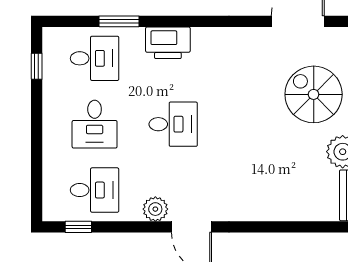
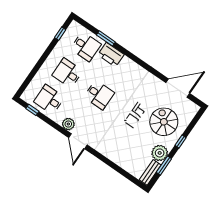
printer: (168, 43) -> (111, 55), moved
desk: (95, 124) -> (67, 73), turned 90
desk: (95, 190) -> (49, 99), turned 180

